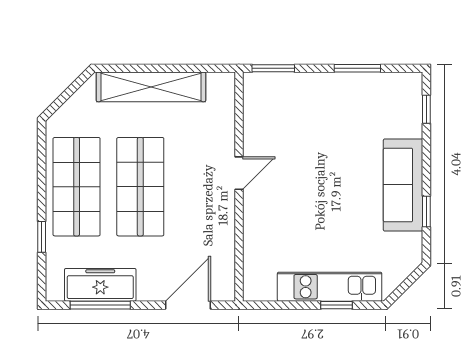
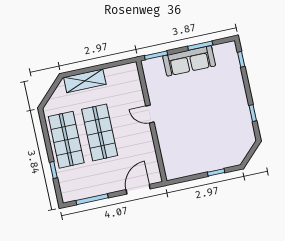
shelving: (151, 87) -> (85, 81), width x0.68
door: (239, 173) -> (150, 114), swing flipped
sofa: (403, 185) -> (189, 61), moved, turned -90
freezer: (100, 285) -> (90, 189), removed
kitchen unit: (330, 287) -> (210, 164), removed

